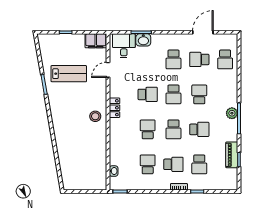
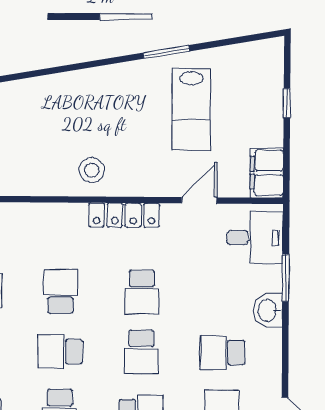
washbasin: (143, 40) -> (268, 310), moved
door: (108, 70) -> (199, 200), hinge flipped
school desk: (173, 94) -> (141, 352), turned -90
locker: (114, 108) -> (124, 215), width x1.53
school desk: (148, 129) -> (61, 292), turned -90

